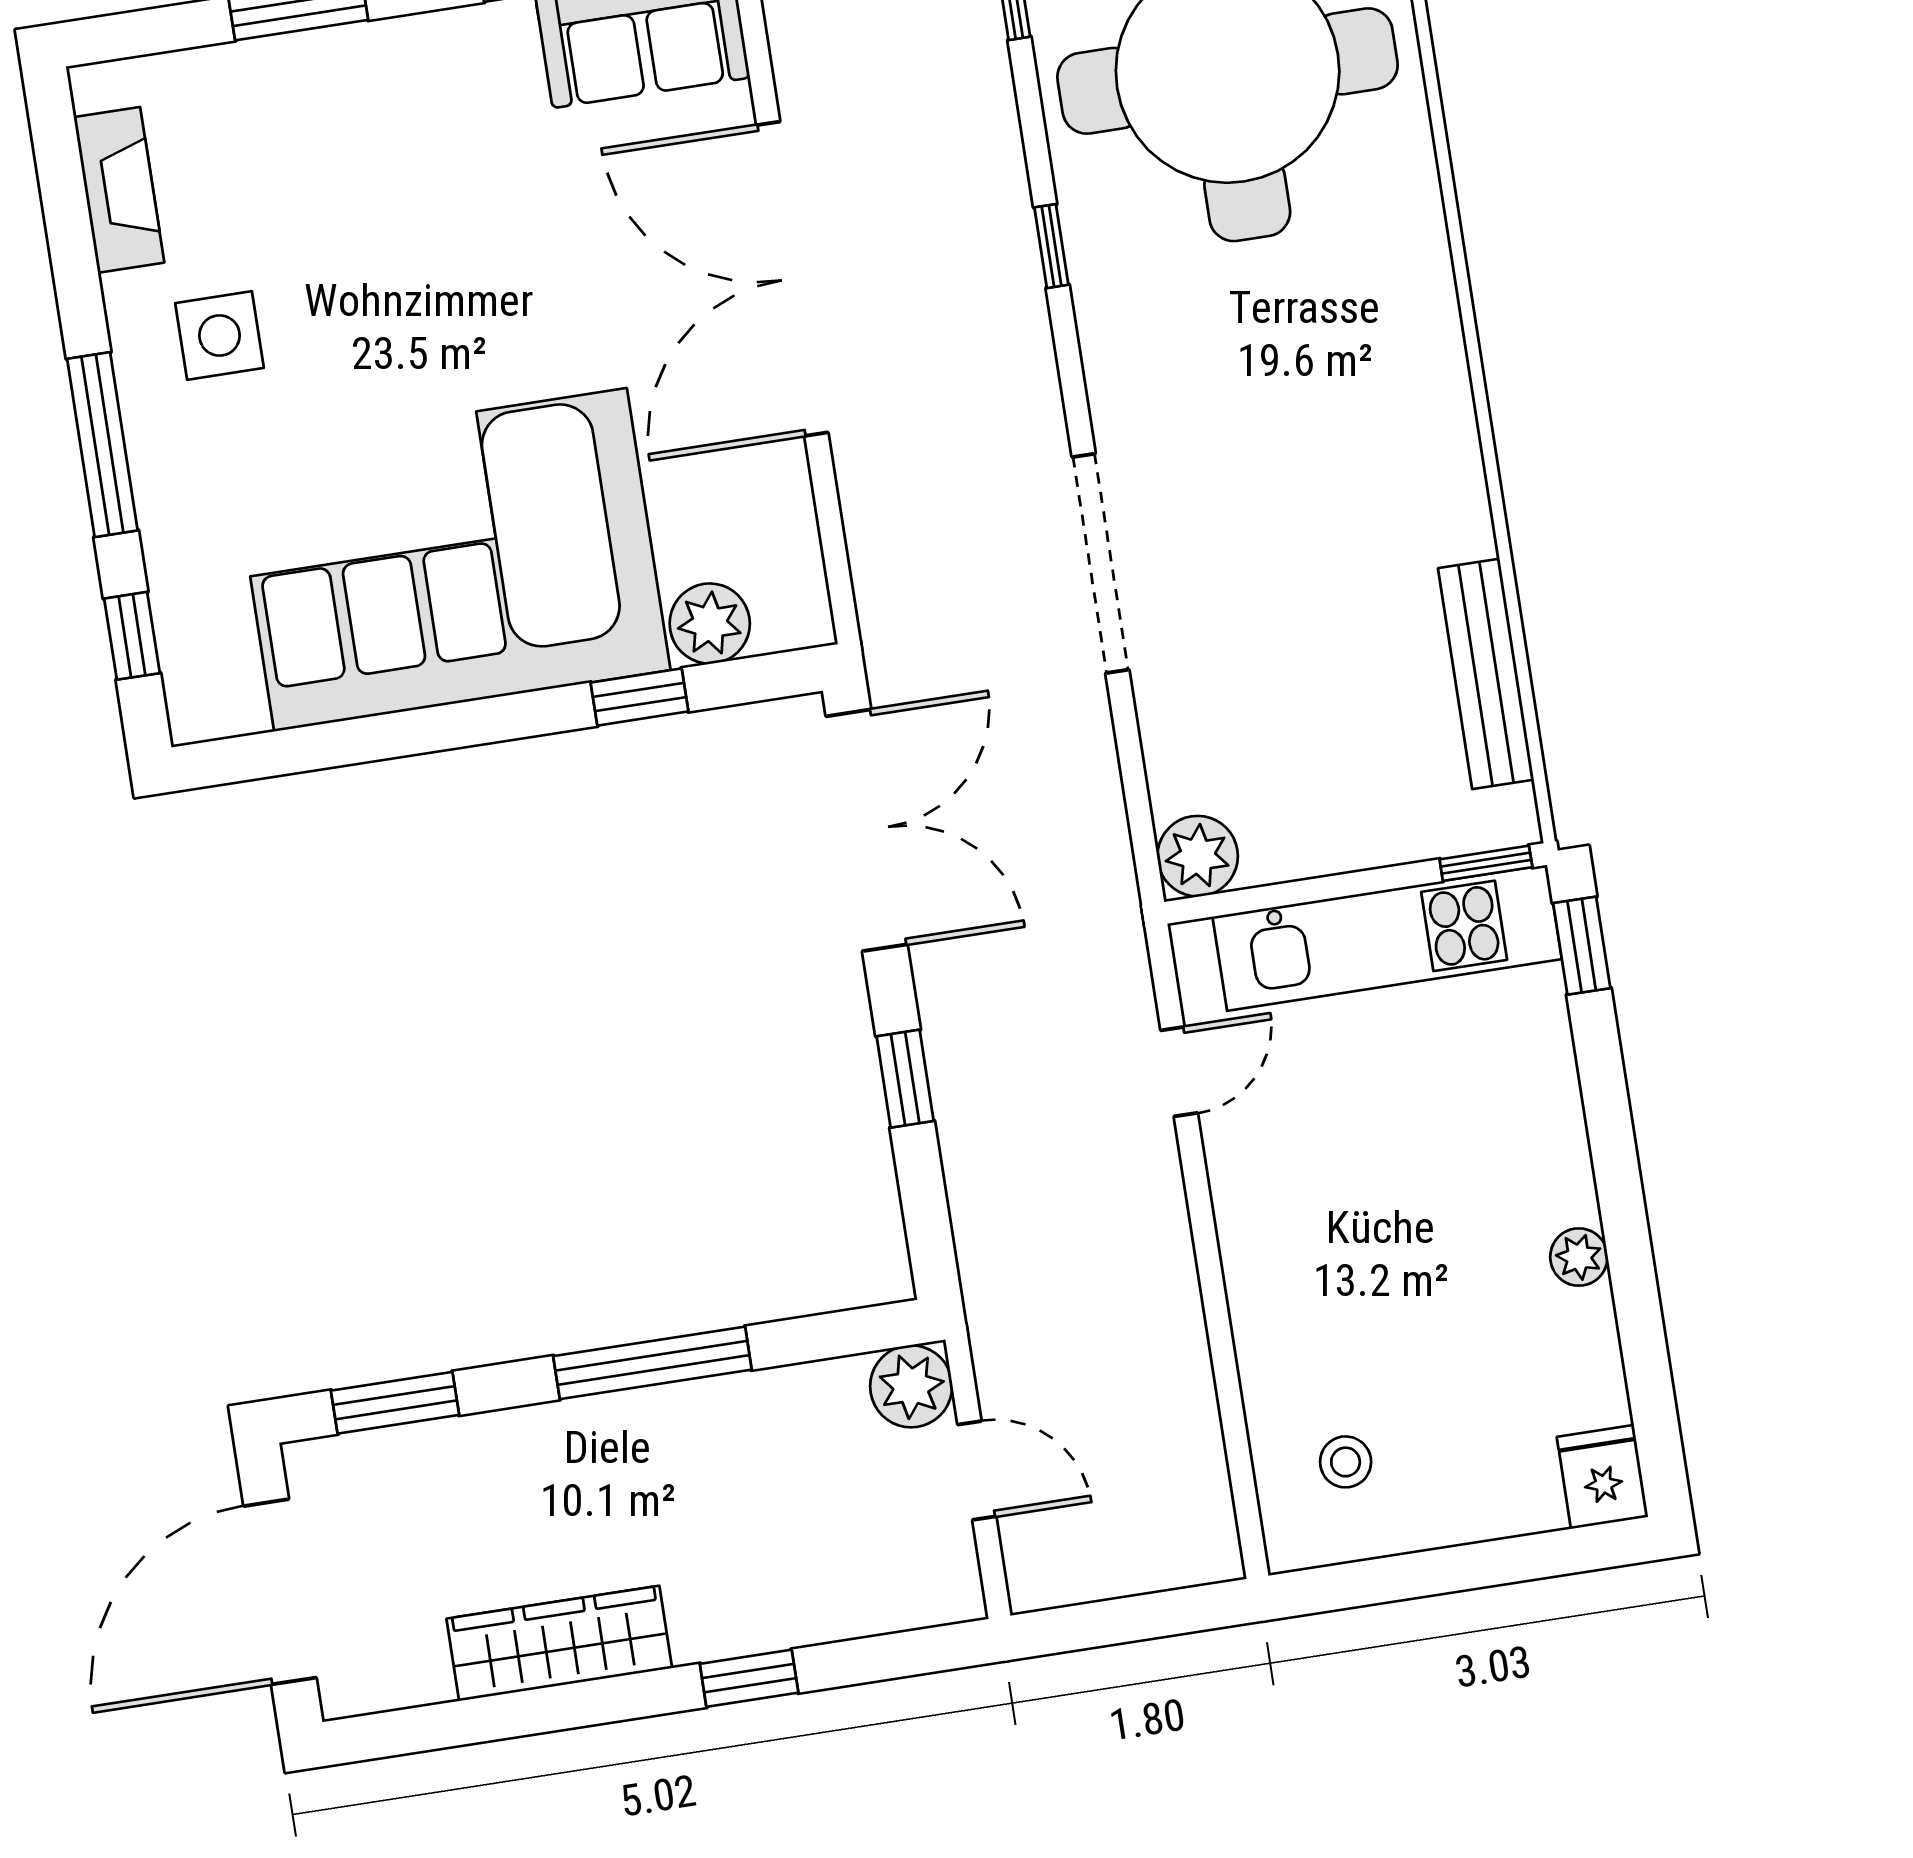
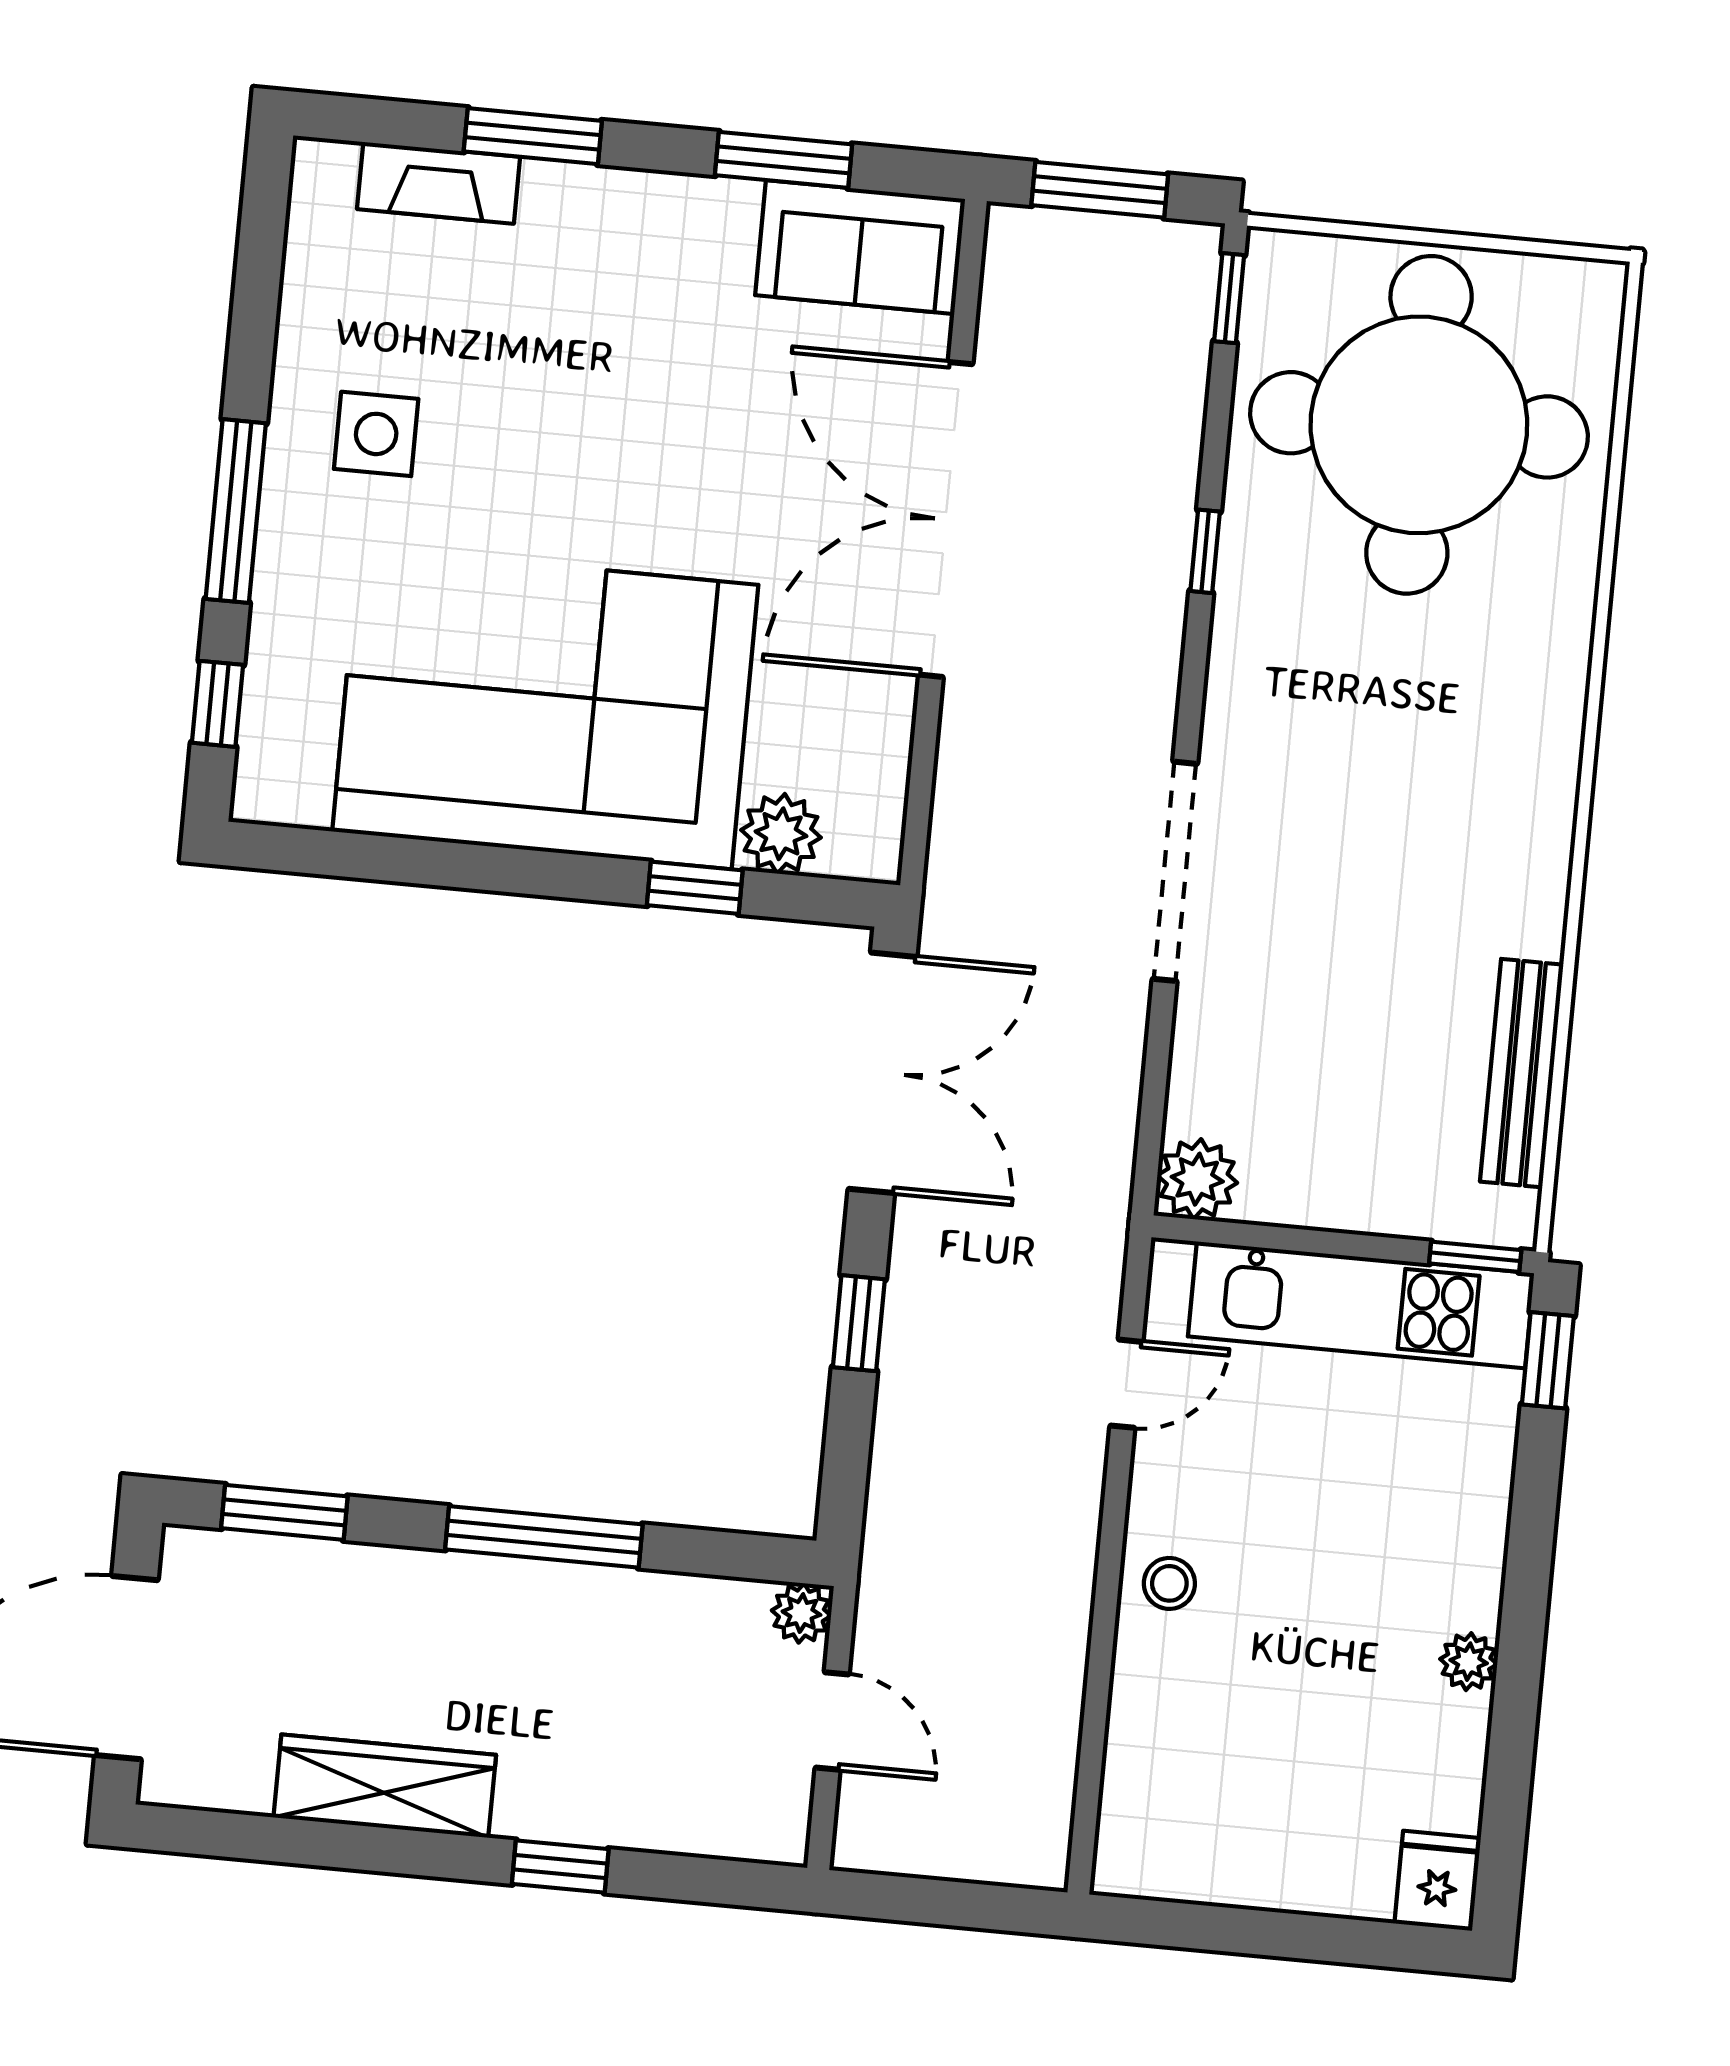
fireplace: (119, 190) -> (439, 183), moved, turned 90
plant: (911, 1386) -> (801, 1613), width x0.73, depth x0.73
stool: (1346, 1462) -> (1169, 1583), moved

